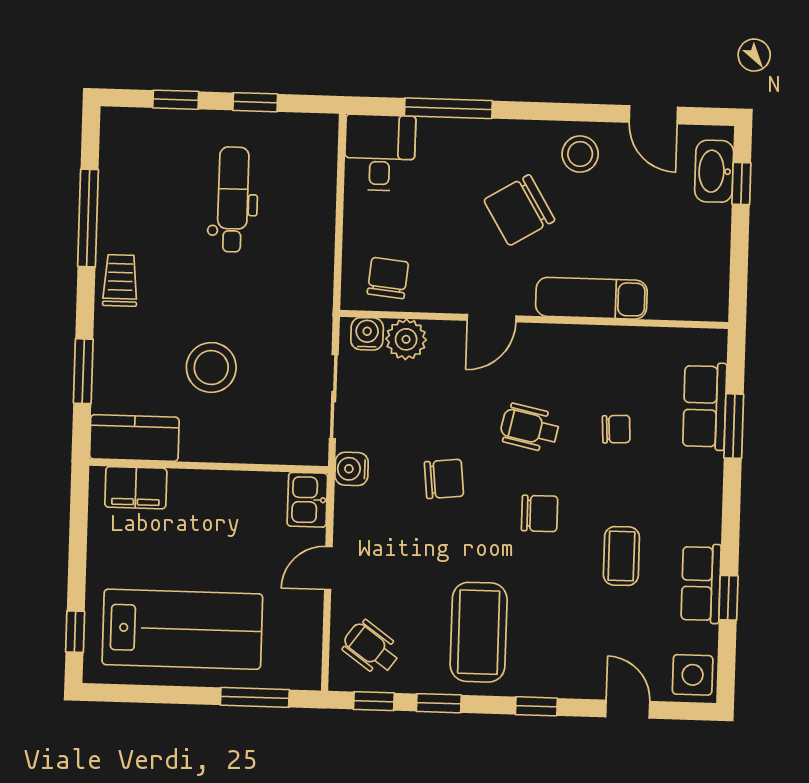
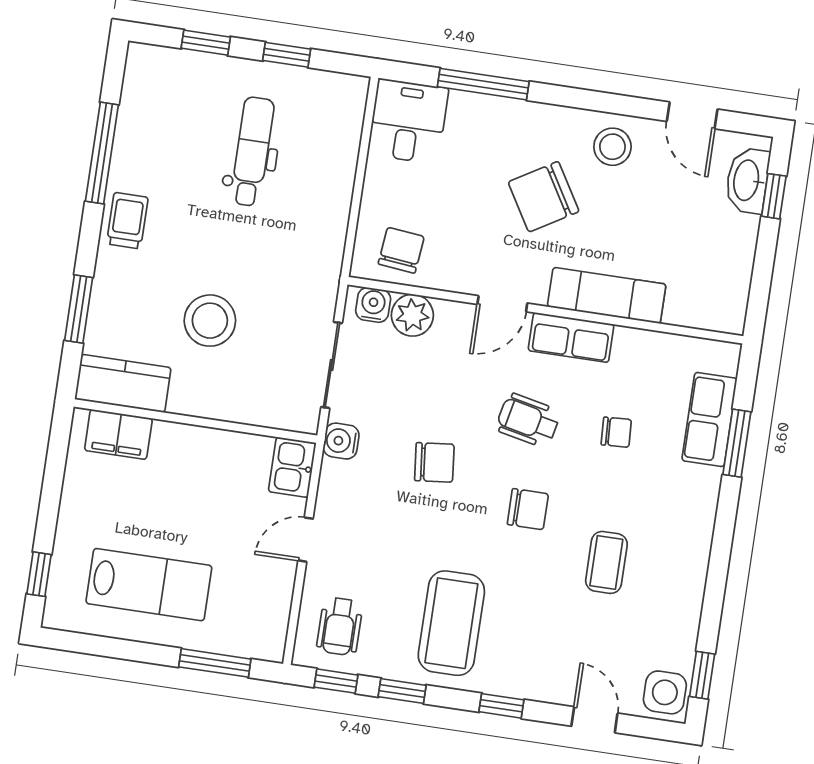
row of seats: (701, 584) -> (571, 337), moved, turned -90
window: (728, 598) -> (702, 675), moved
lab bench: (182, 629) -> (149, 585), width x0.73, depth x0.72
wheelchair: (371, 648) -> (340, 626), turned -126

